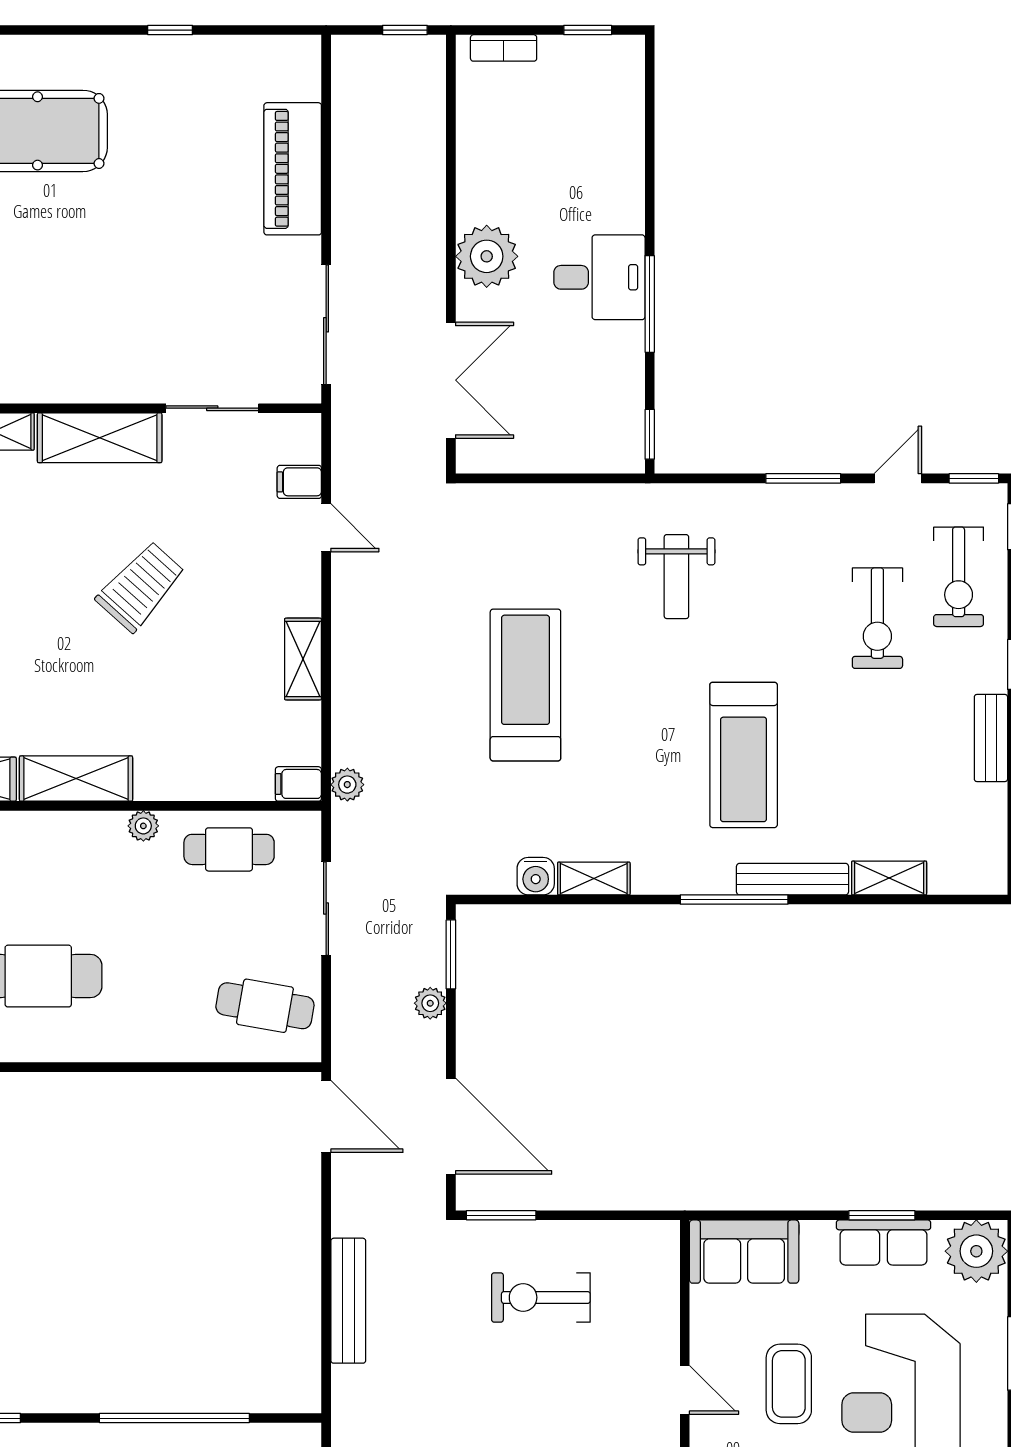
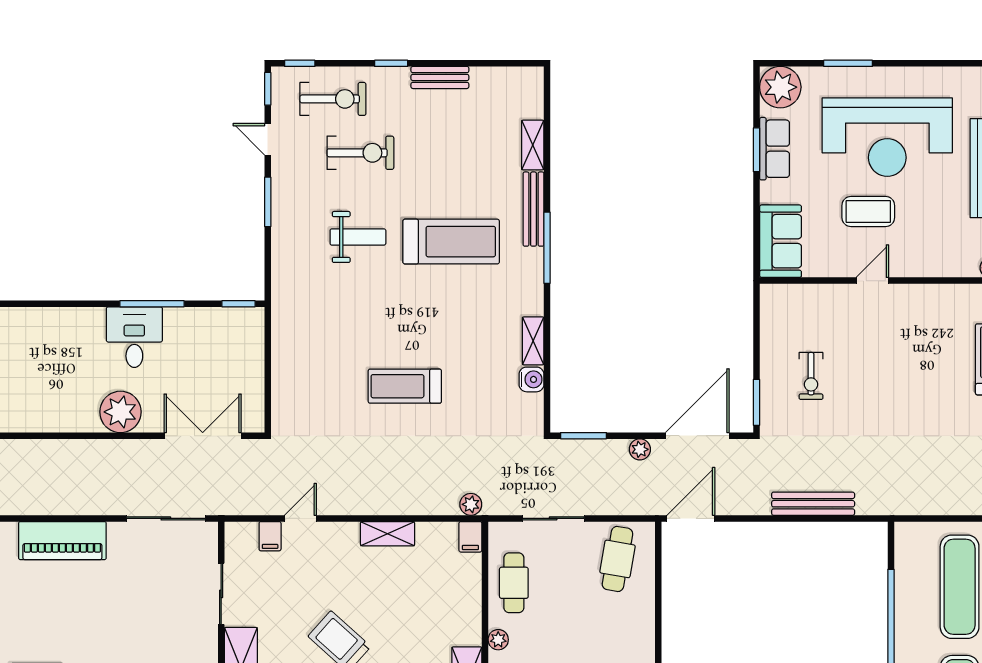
weight bench: (676, 577) -> (358, 237), moved
treadmill: (525, 685) -> (405, 386), width x0.73, depth x0.73
plant: (430, 1003) -> (640, 449), moved
exercise bike: (541, 1297) -> (811, 376), width x0.73, depth x0.72

